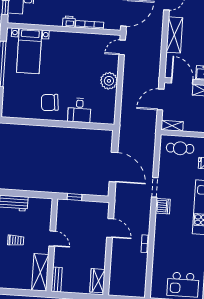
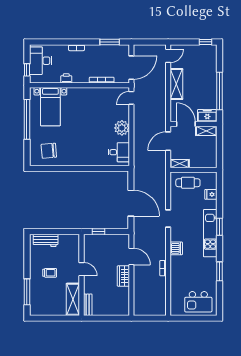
printer: (69, 22) -> (66, 78), moved
chair: (50, 102) -> (49, 151), moved
desk: (79, 110) -> (119, 152), moved, turned -90
dishwasher: (163, 206) -> (176, 248), moved
wardrobe: (97, 281) -> (123, 276), moved

